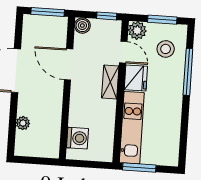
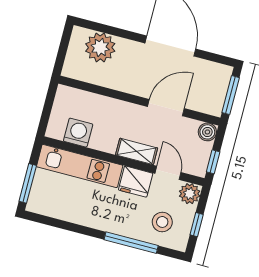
window: (162, 20) -> (197, 225), width x0.67
door: (123, 52) -> (168, 173), swing flipped
plant: (23, 123) -> (100, 47), width x1.88, depth x1.88
washing machine: (78, 138) -> (78, 133), moved, turned 180
window: (139, 168) -> (28, 183), moved

